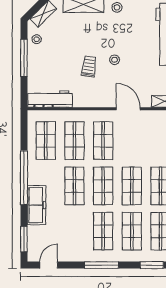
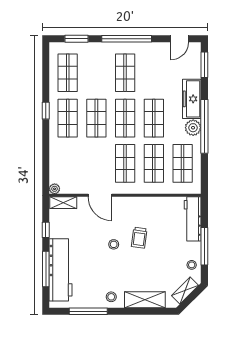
workbench: (50, 99) -> (193, 219), moved, turned 90
plant: (35, 176) -> (193, 128), added
shop shelf: (132, 231) -> (96, 73), removed
window: (102, 265) -> (127, 39), width x1.46

